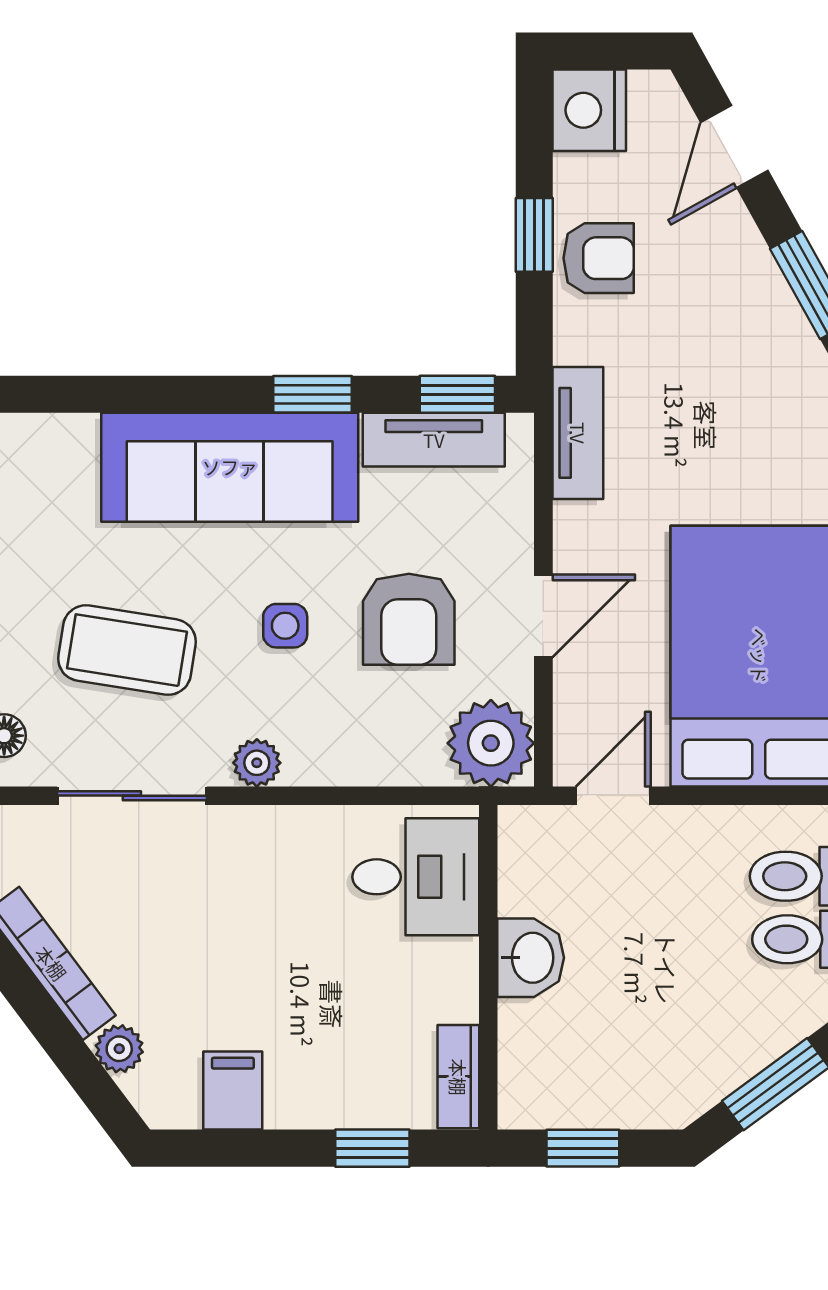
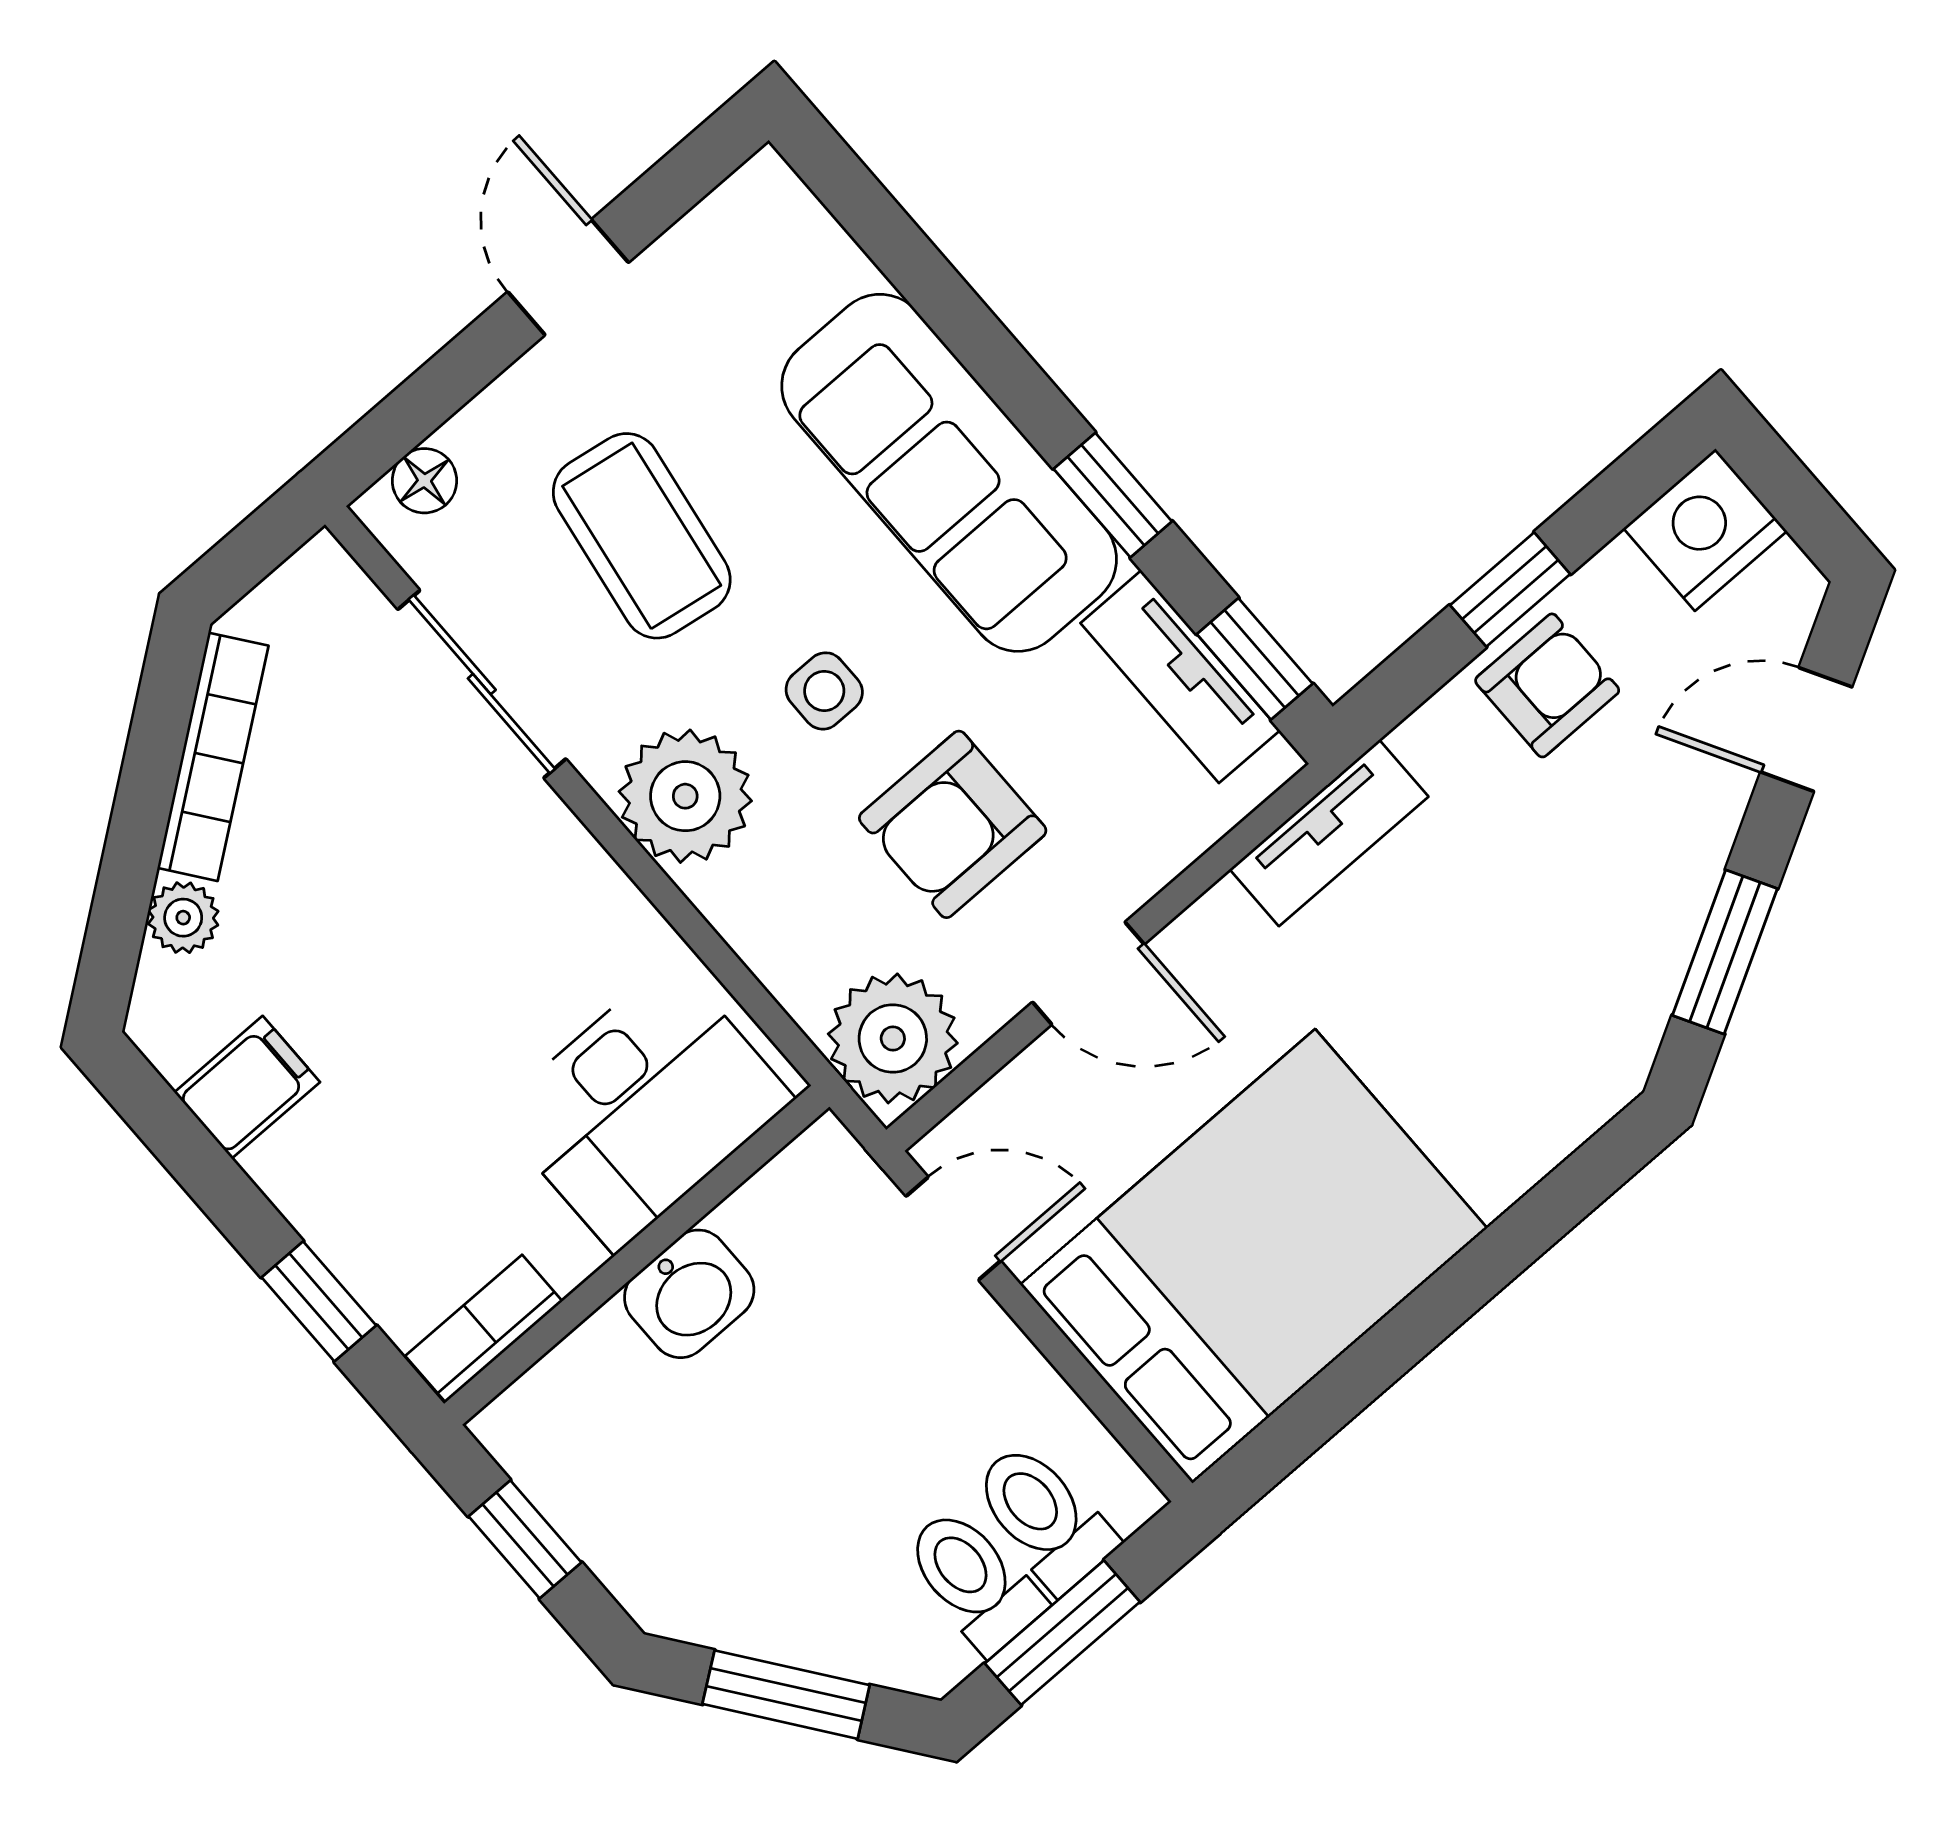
armchair: (599, 258) -> (1547, 685), turned -90
plant: (257, 763) -> (685, 796), width x1.87, depth x1.87
desk: (416, 877) -> (643, 1106), width x1.37

